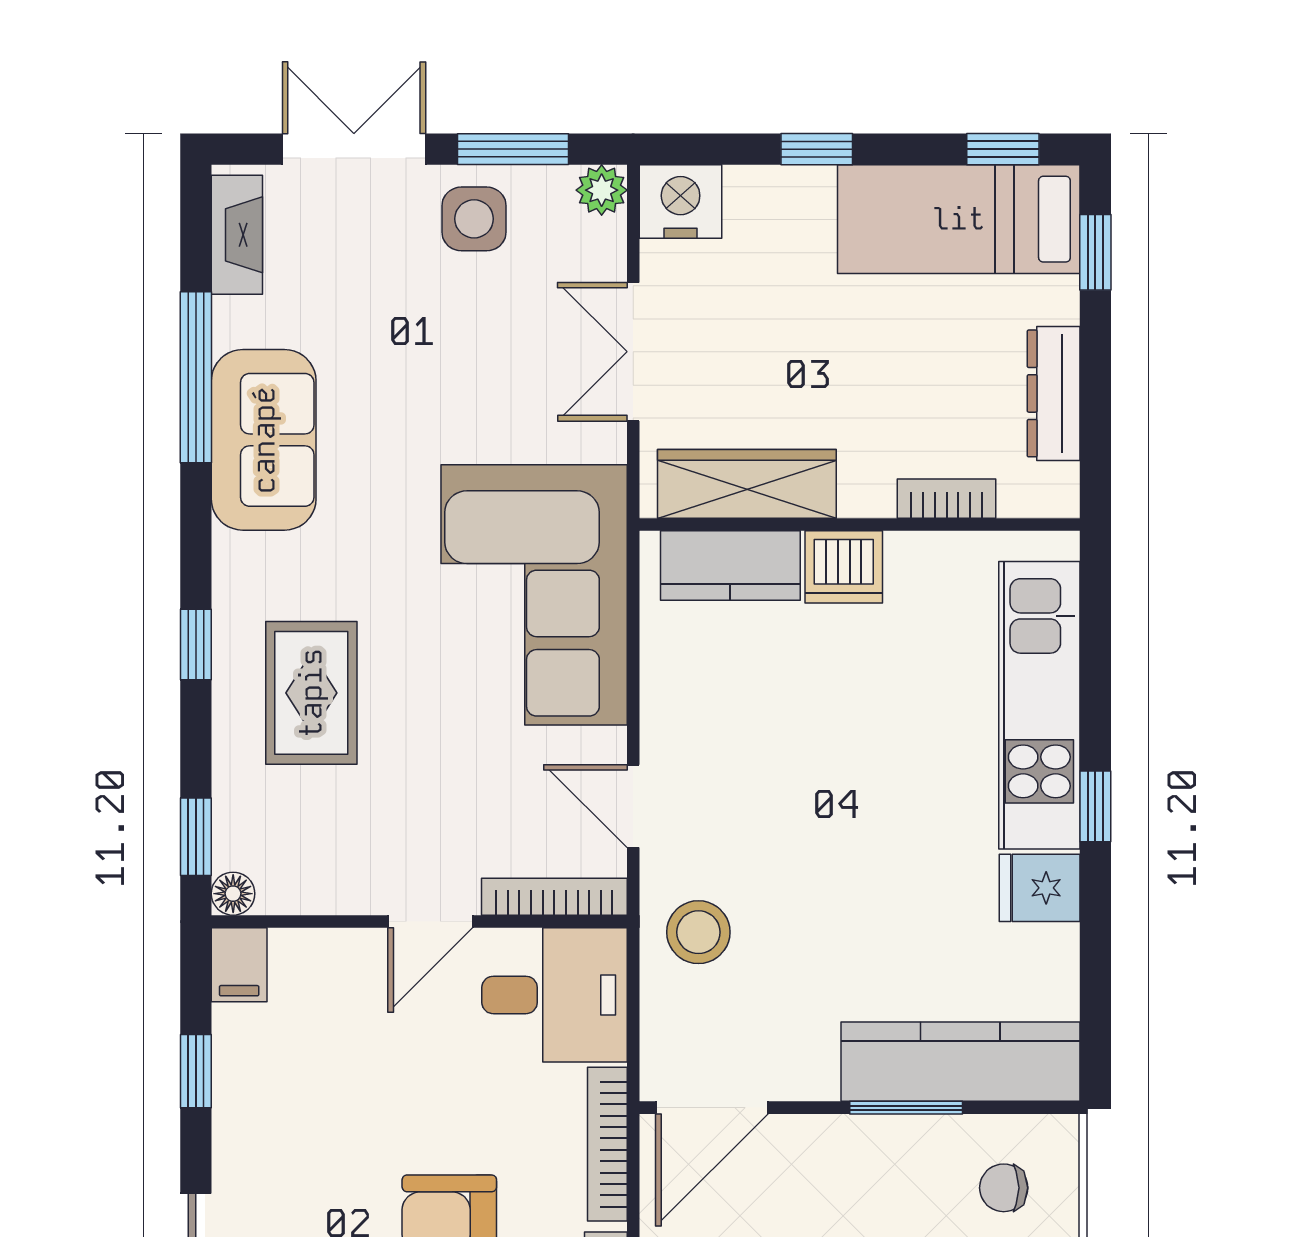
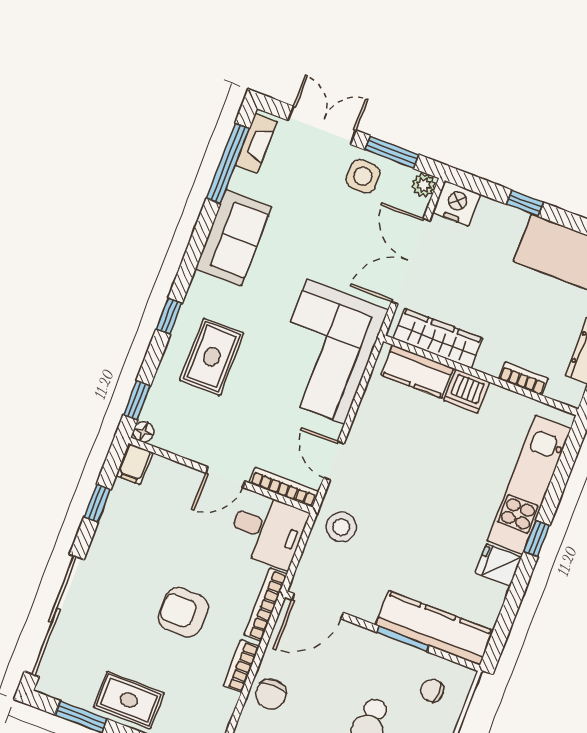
double door: (633, 352) -> (410, 261), width x1.37
window: (196, 377) -> (228, 163), moved

